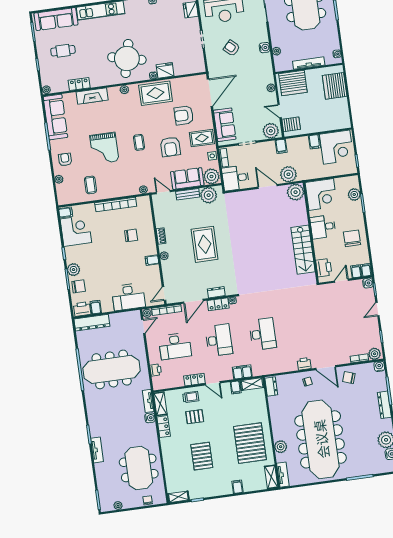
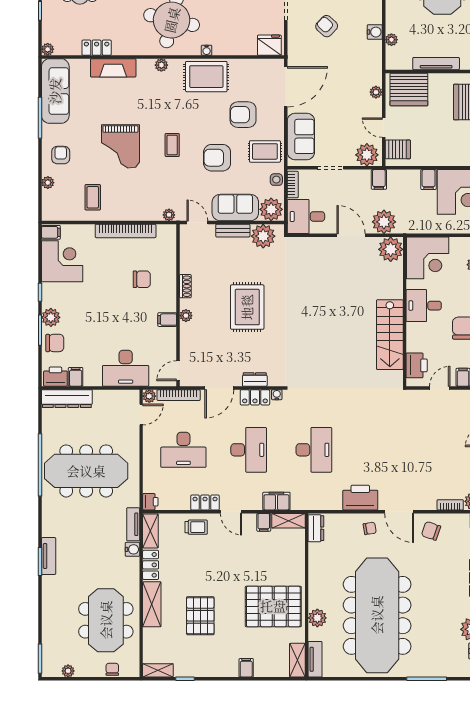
fridge: (165, 70) -> (269, 45), moved
armchair: (170, 147) -> (217, 158), turned 90
printer: (304, 364) -> (360, 498), width x1.87, depth x1.48
printer: (156, 370) -> (150, 502), moved
pallet: (195, 417) -> (198, 557), removed
pallet: (250, 443) -> (273, 606), turned 90
tv unit: (97, 450) -> (49, 556), moved
shelving: (168, 453) -> (152, 604), added

